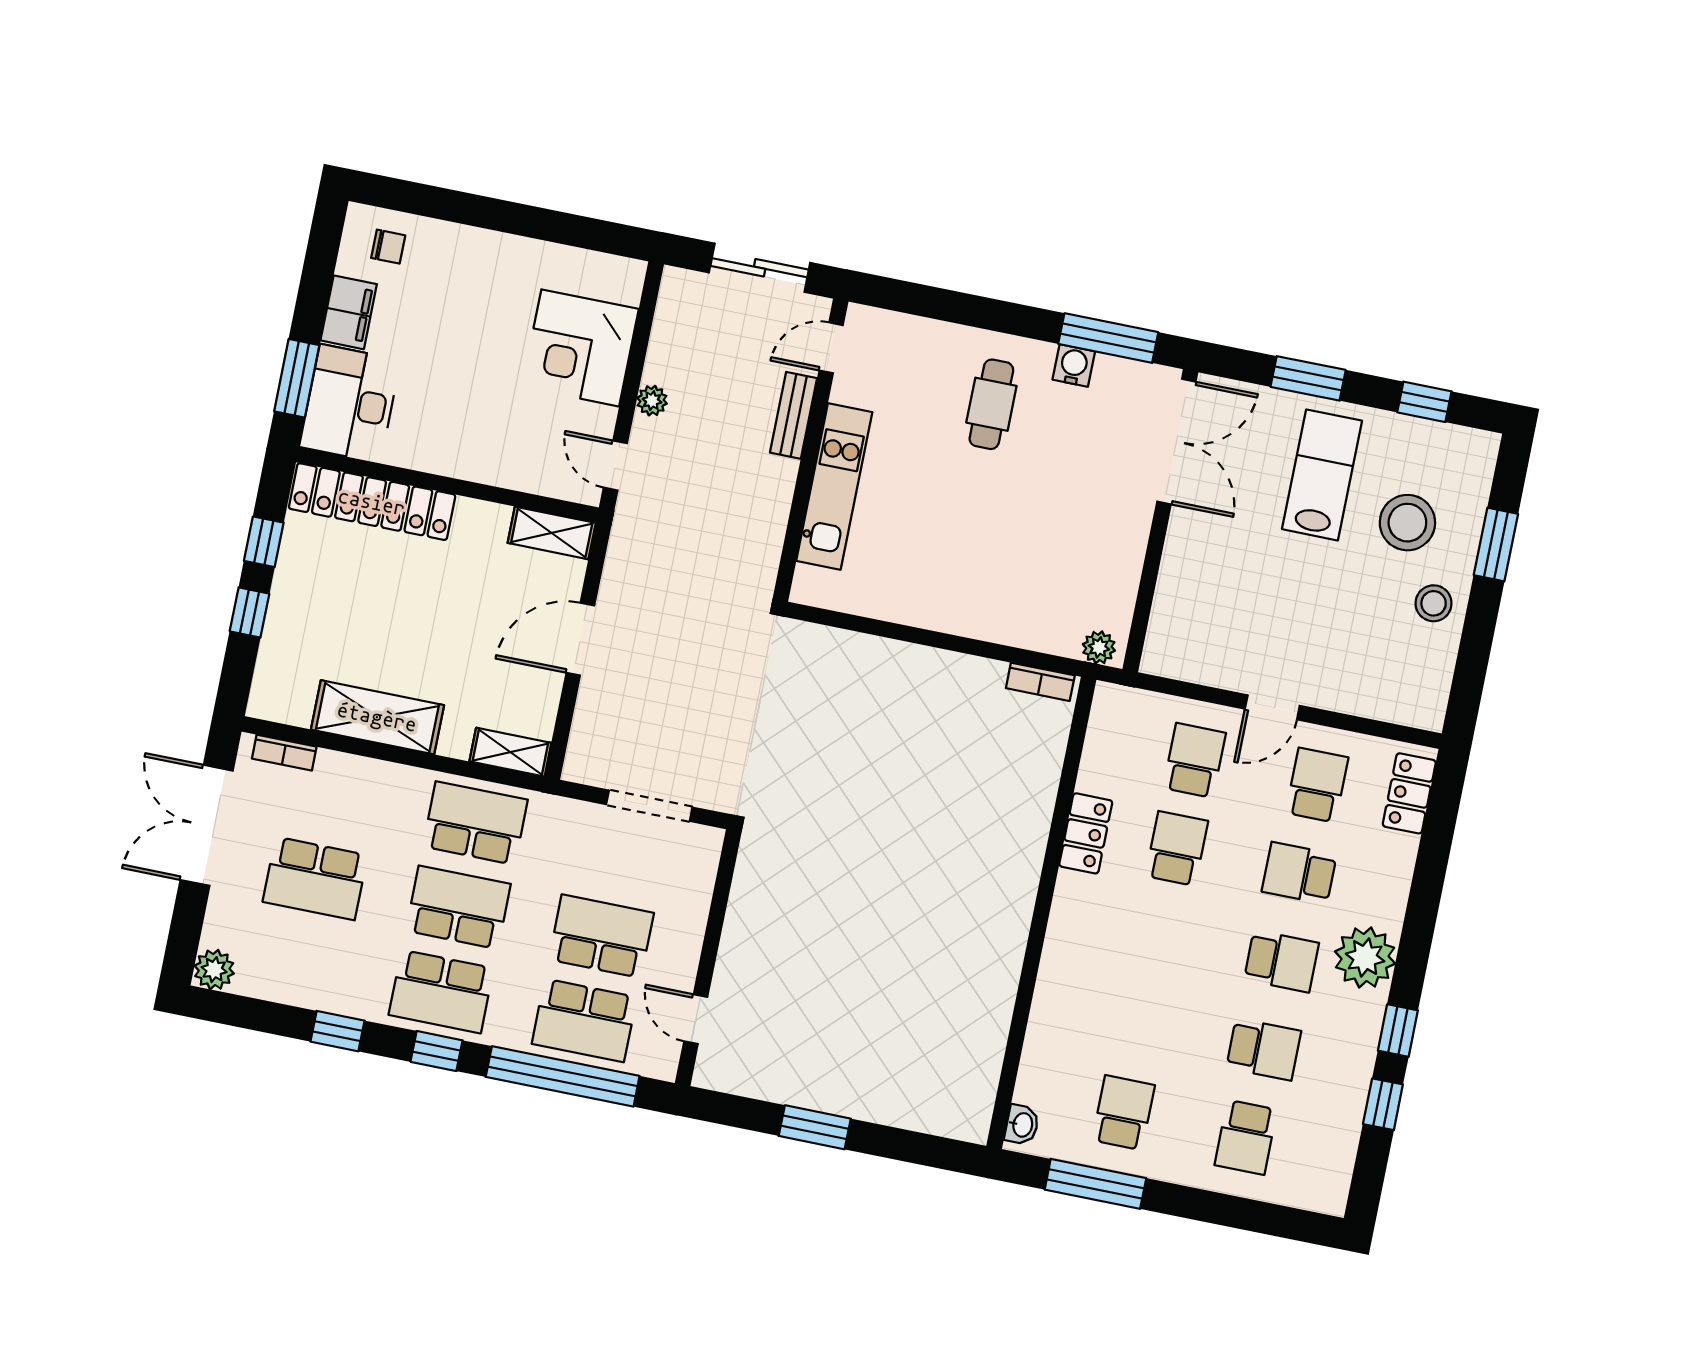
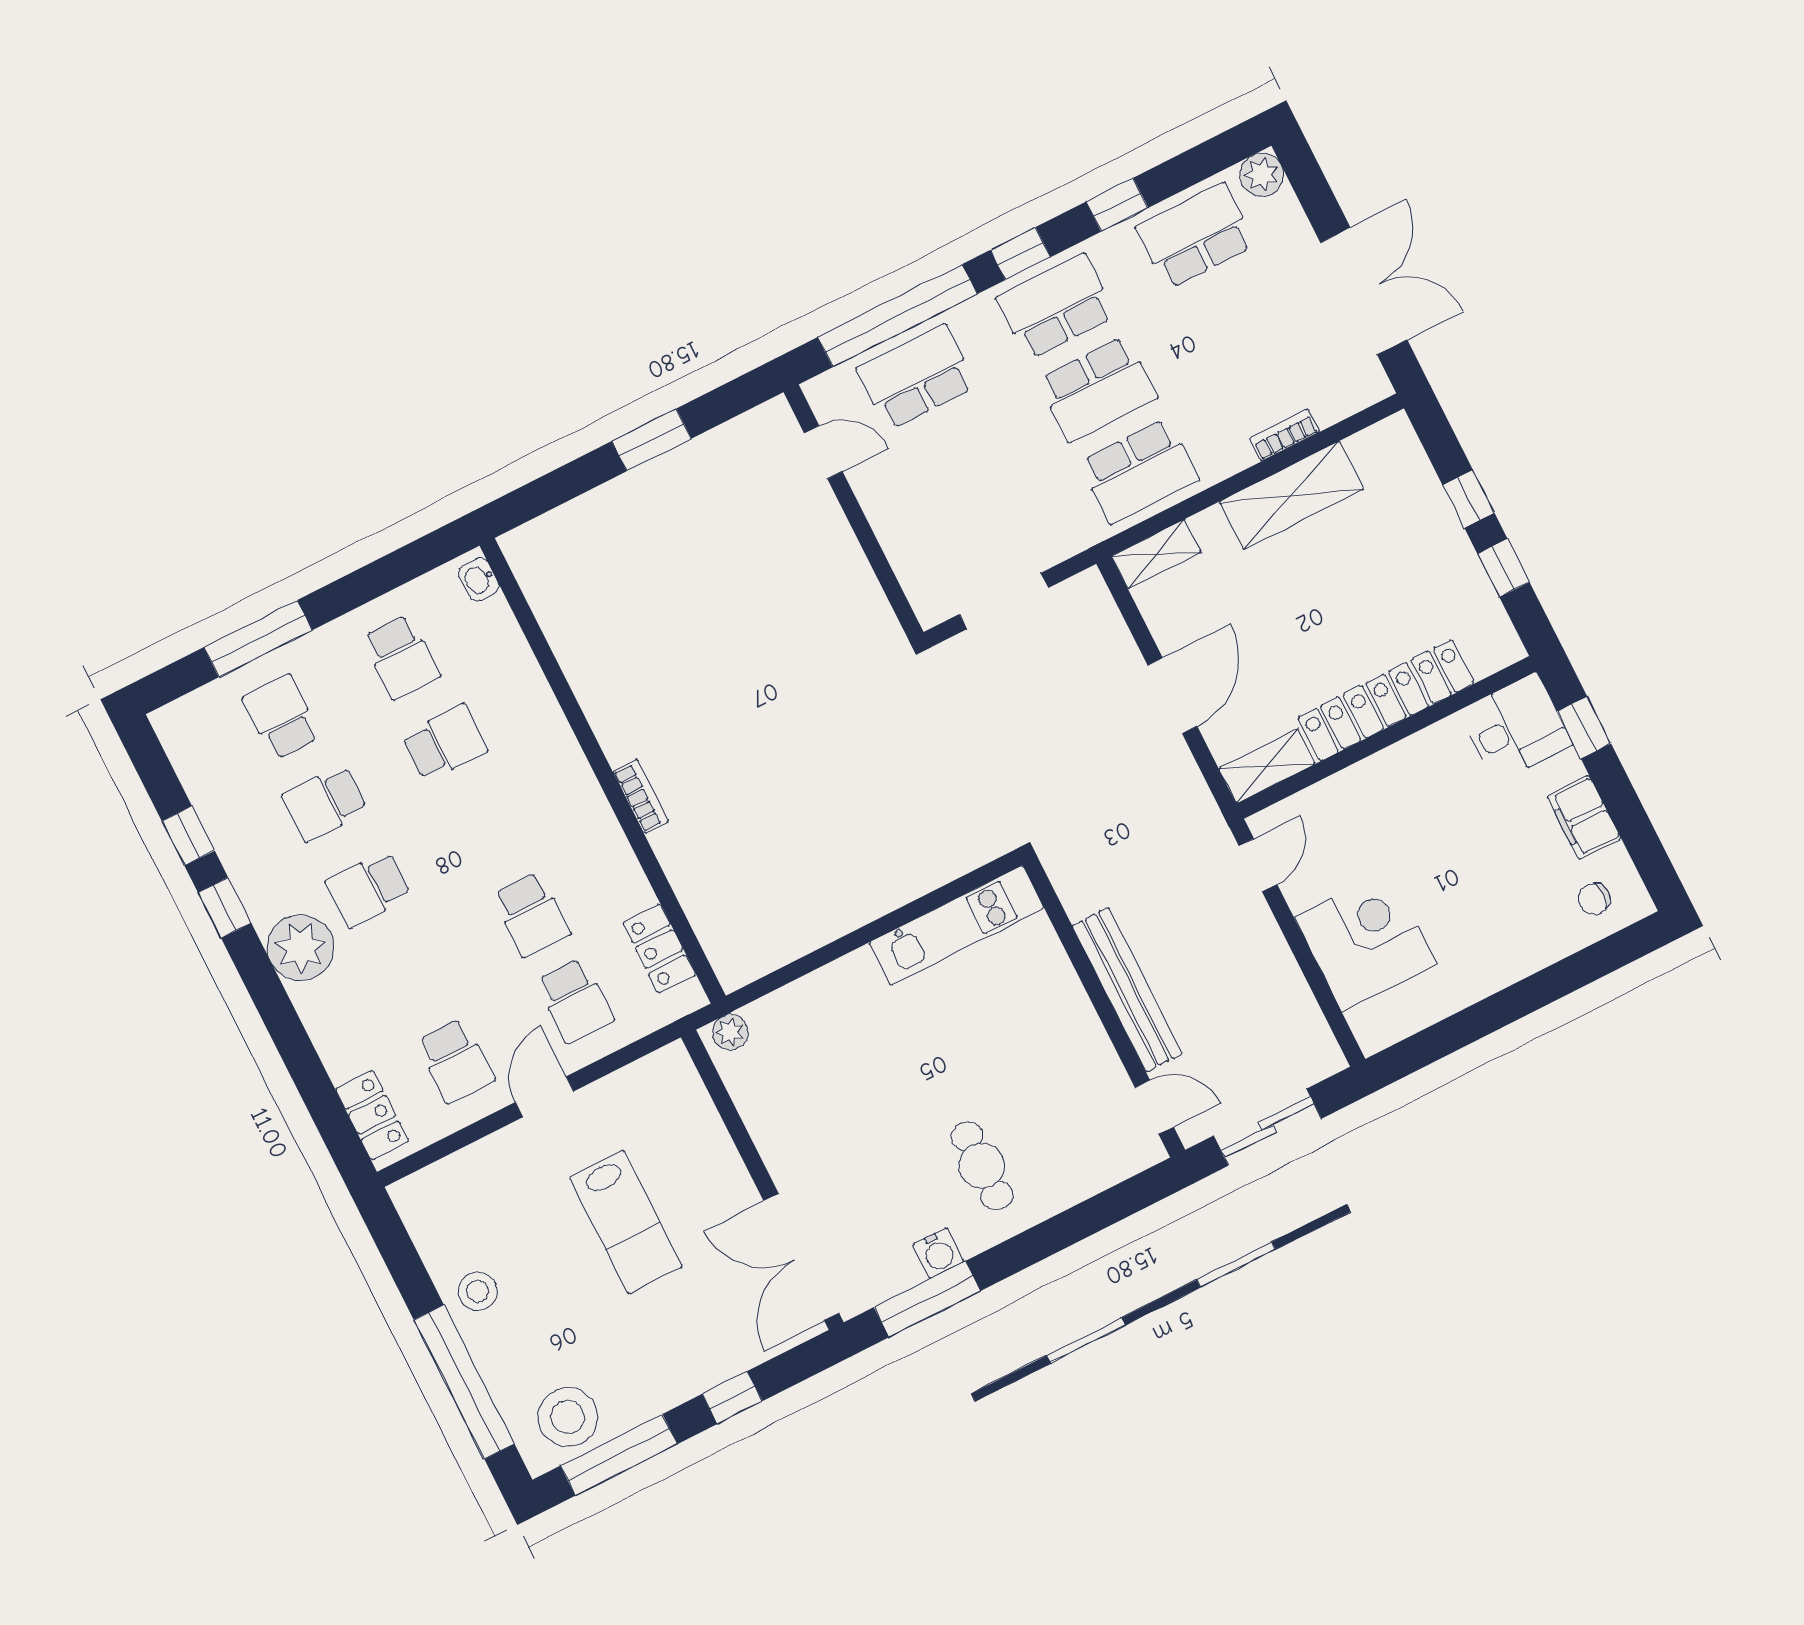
door: (831, 348) -> (1154, 1107), hinge flipped
window: (297, 378) -> (1584, 727), width x0.67
window: (1308, 378) -> (732, 1398), width x0.67
plant: (652, 401) -> (1270, 944), removed
window: (1424, 402) -> (619, 1455), width x2.17
desk: (350, 403) -> (1516, 728), width x0.73
bench: (793, 415) -> (1127, 990), width x1.86, depth x1.21
door: (615, 465) -> (1258, 865), hinge flipped
lab bench: (1322, 475) -> (626, 1222), moved
kitchen unit: (834, 486) -> (956, 925), moved, turned -90
locker: (372, 502) -> (1386, 700), moved
stool: (1407, 523) -> (568, 1417), moved
window: (1496, 545) -> (464, 1382), width x2.11
bookcase: (1040, 682) -> (641, 797), moved, turned 90
bookcase: (284, 753) -> (1285, 435), moved
locker: (1086, 833) -> (659, 949), moved
school desk: (1299, 873) -> (445, 743), moved
school desk: (315, 878) -> (1196, 236), moved
school desk: (601, 936) -> (958, 459), removed
window: (1095, 1184) -> (258, 639), moved

